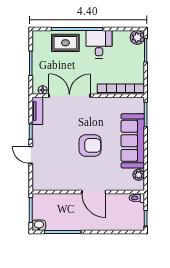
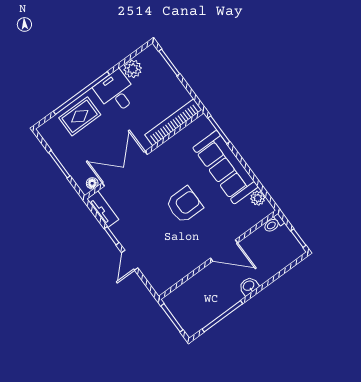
plant: (137, 37) -> (133, 69), moved
door: (31, 155) -> (130, 260), hinge flipped
washbasin: (39, 225) -> (249, 286), moved

